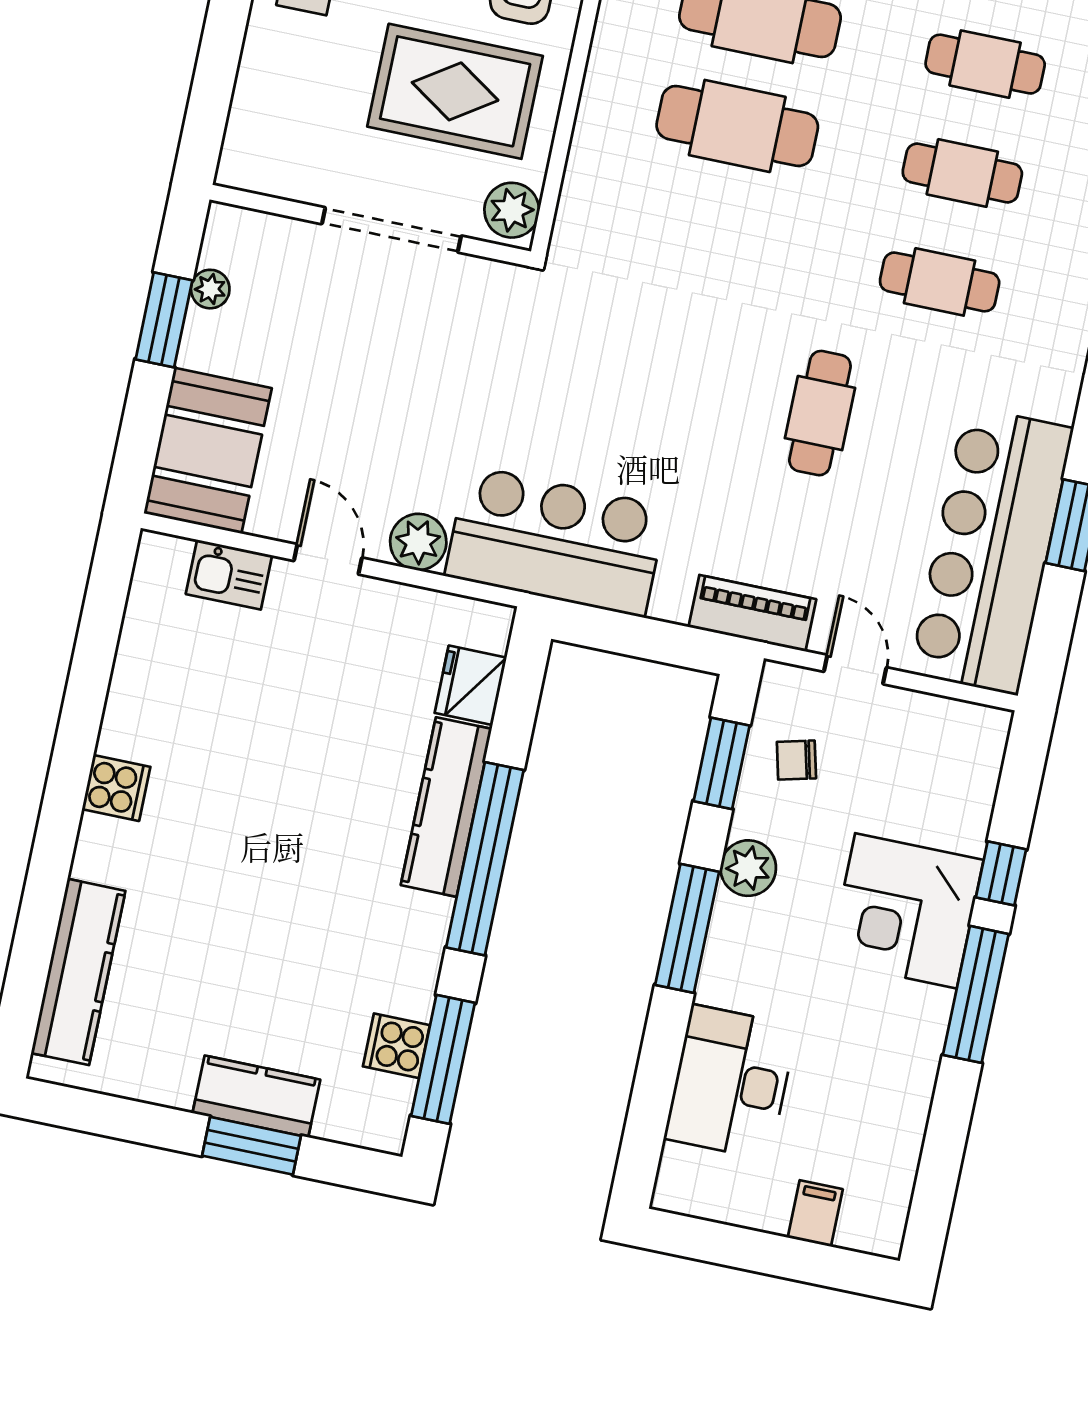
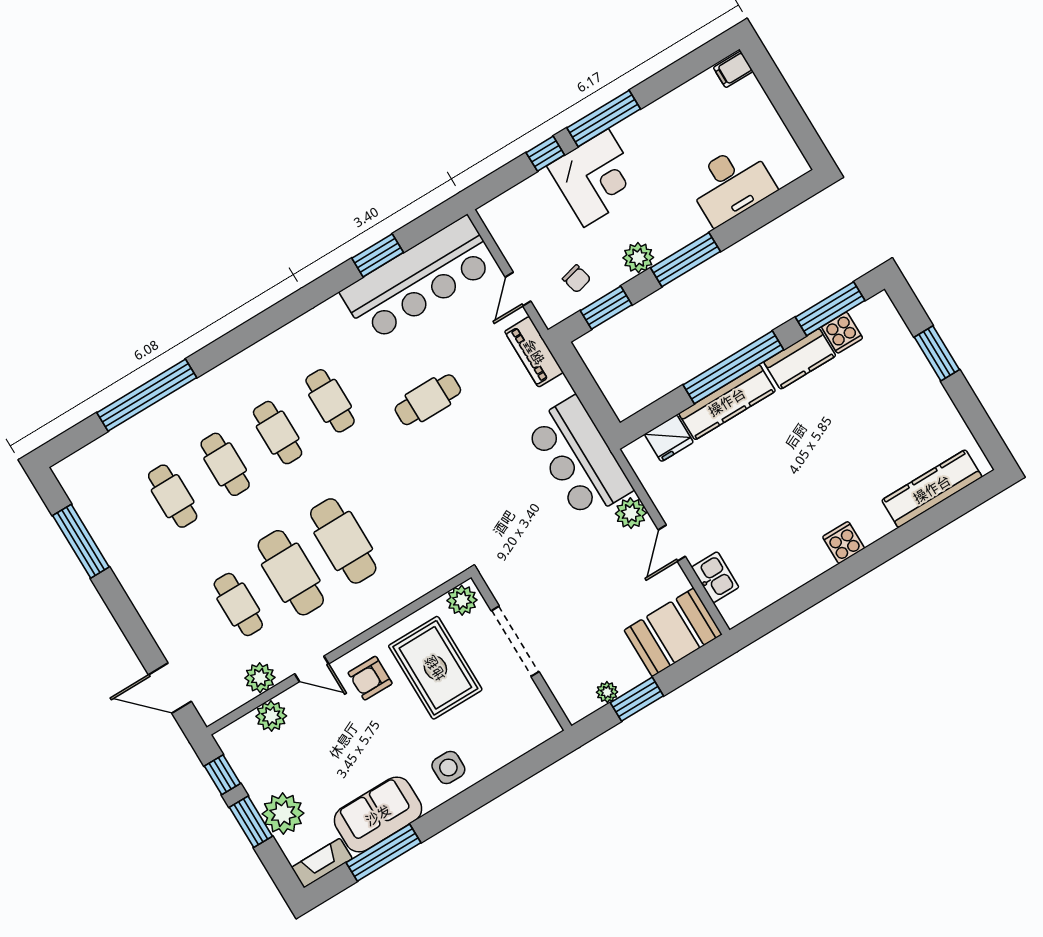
kitchen counter: (256, 1096) -> (800, 359), moved, turned -90
filing cabinet: (815, 1213) -> (733, 69), moved

